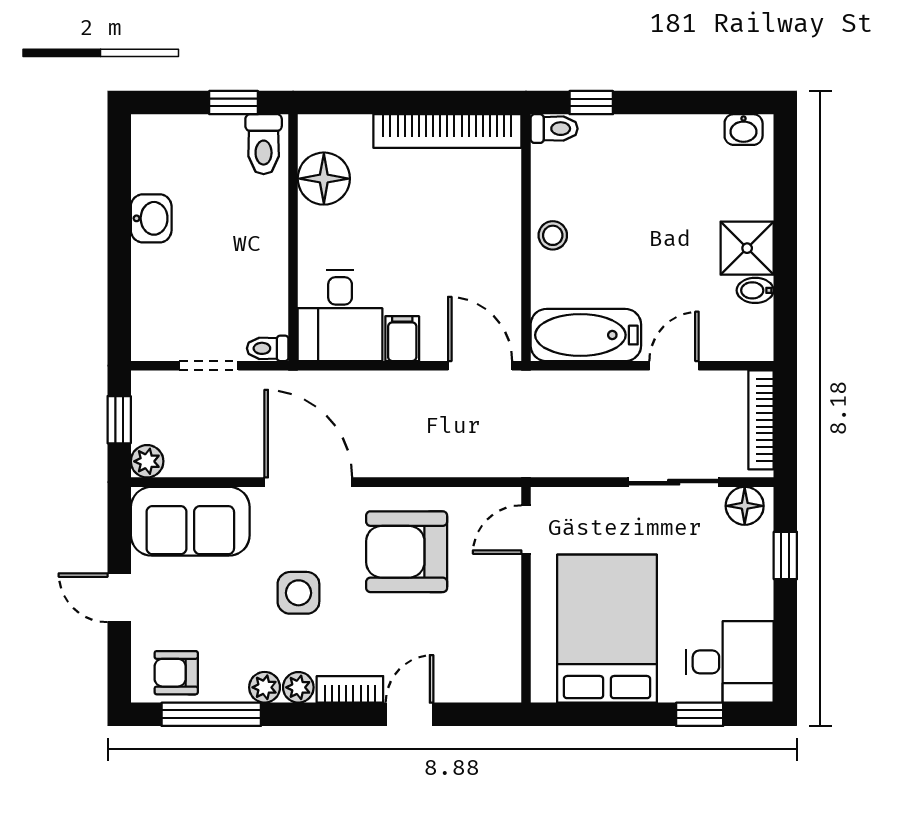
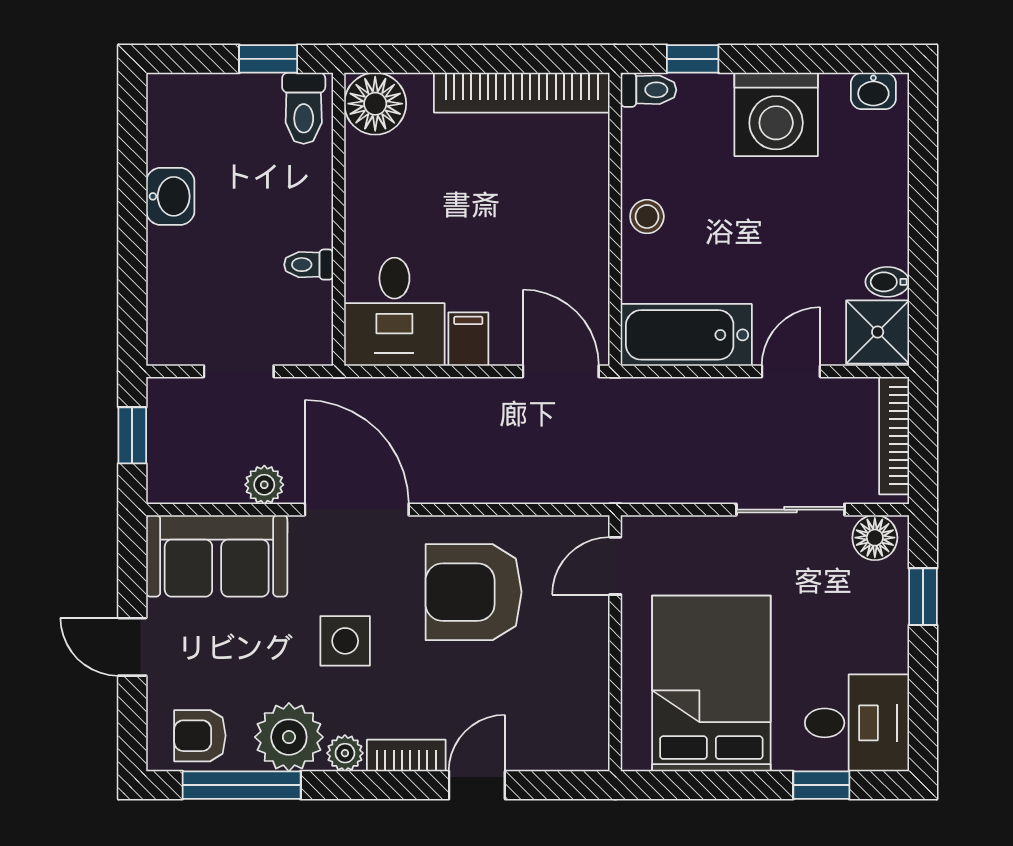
washing machine: (662, 149) -> (776, 114), added
floor lamp: (324, 179) -> (375, 104), moved
shower: (747, 248) -> (878, 332), moved
toilet: (268, 348) -> (309, 265), moved
plant: (147, 461) -> (264, 485), moved
plant: (265, 687) -> (289, 737), width x1.88, depth x1.88

